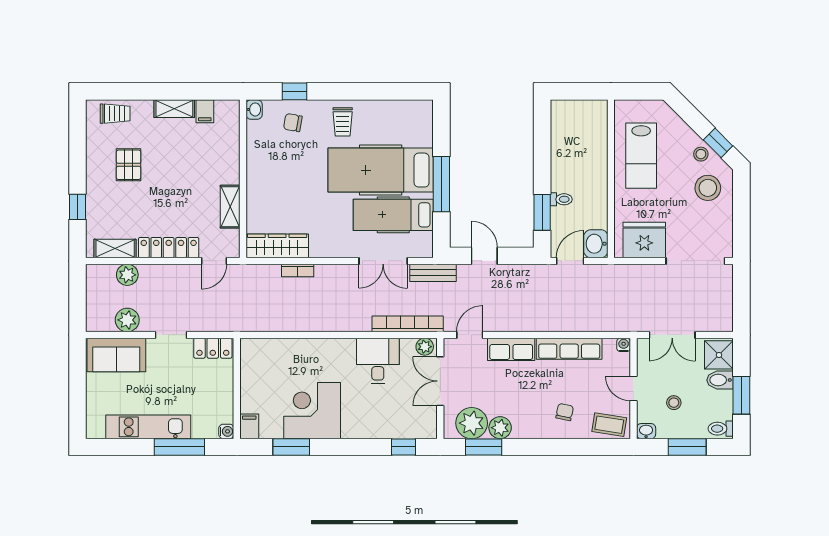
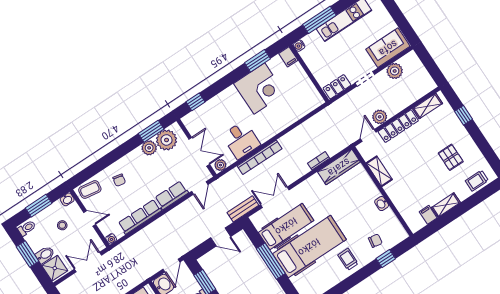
washbasin: (254, 109) -> (382, 204), moved
plant: (127, 275) -> (380, 117), moved
bookcase: (408, 324) -> (260, 157), moved

